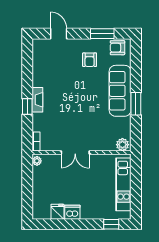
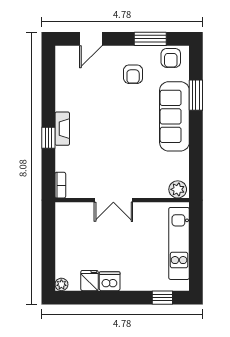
door: (59, 34) -> (91, 39), swing flipped
armchair: (117, 48) -> (171, 58), turned -90
window: (136, 104) -> (196, 95), moved
plant: (37, 161) -> (61, 284), moved

